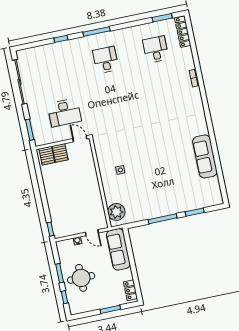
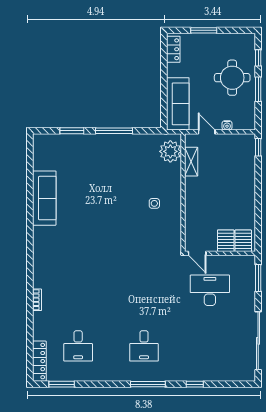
shelving: (99, 208) -> (191, 162), added

